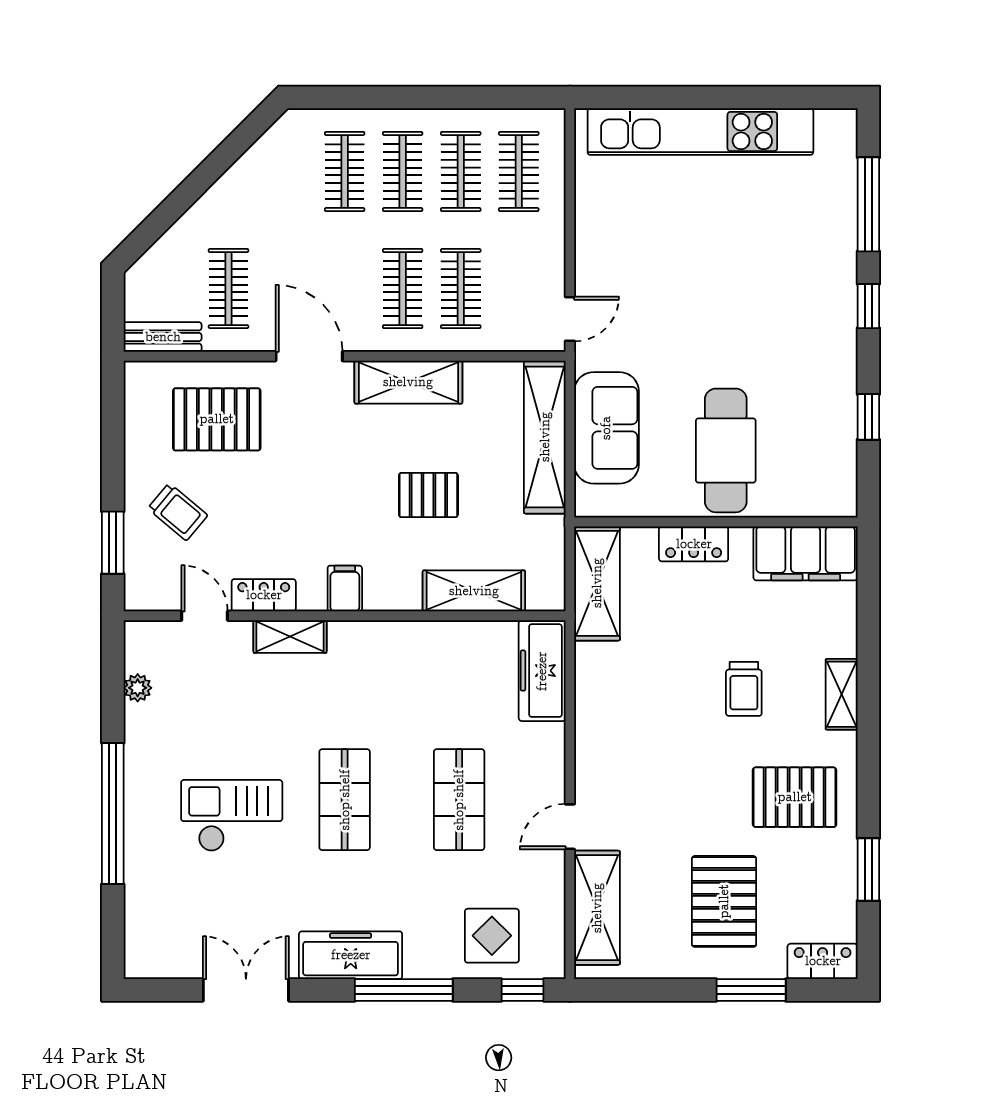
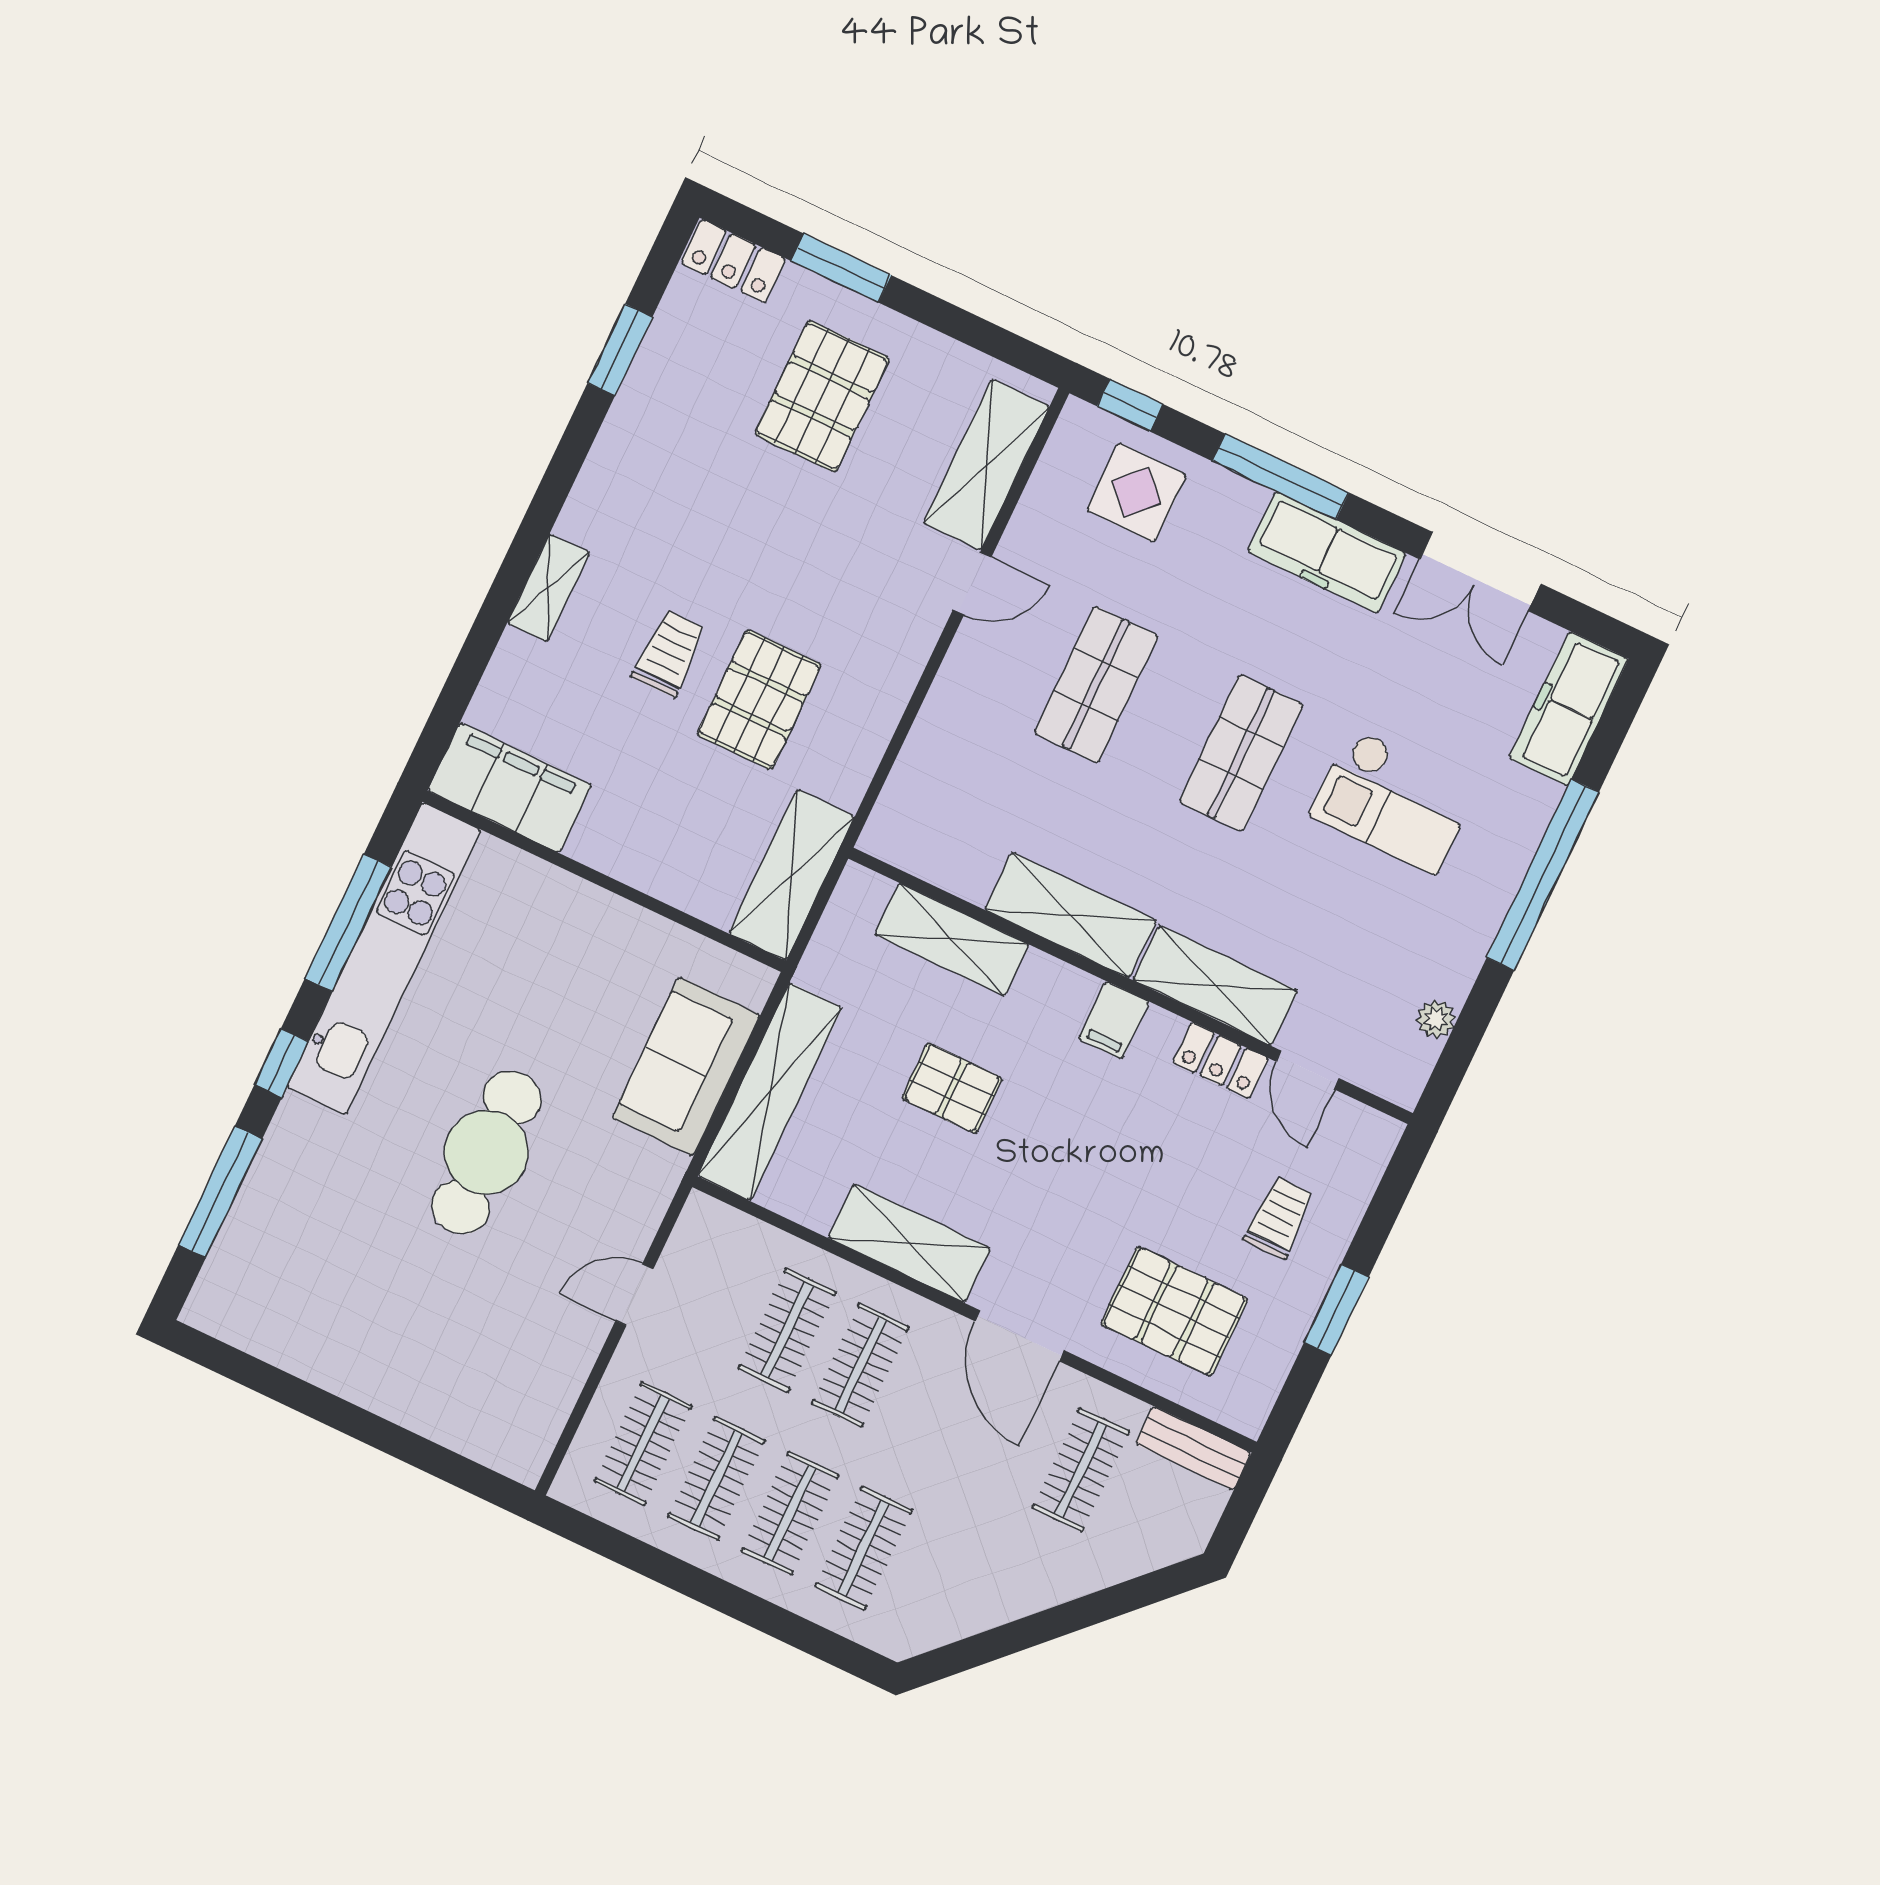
kitchen unit: (700, 132) -> (384, 959), moved, turned 90
door: (570, 319) -> (634, 1295), moved
window: (868, 417) -> (348, 923), width x2.17
cafe table: (726, 450) -> (486, 1152), moved
trolley: (178, 512) -> (1279, 1218), turned 50
window: (113, 543) -> (1336, 1310), moved
locker: (694, 544) -> (646, 867), removed
shelving: (290, 637) -> (1215, 985), width x1.50, depth x1.33
shelving: (405, 643) -> (1071, 915), added
freezer: (542, 671) -> (1569, 709), moved, turned 180
pallet: (795, 797) -> (759, 700), moved, turned 90

